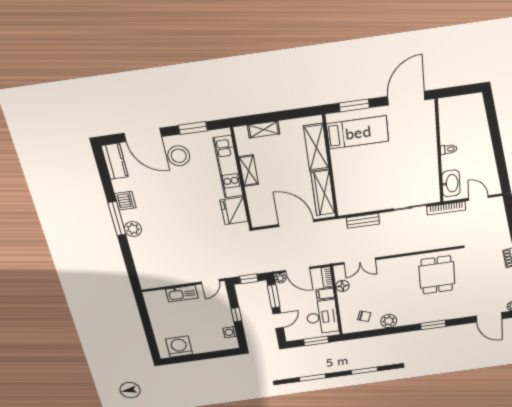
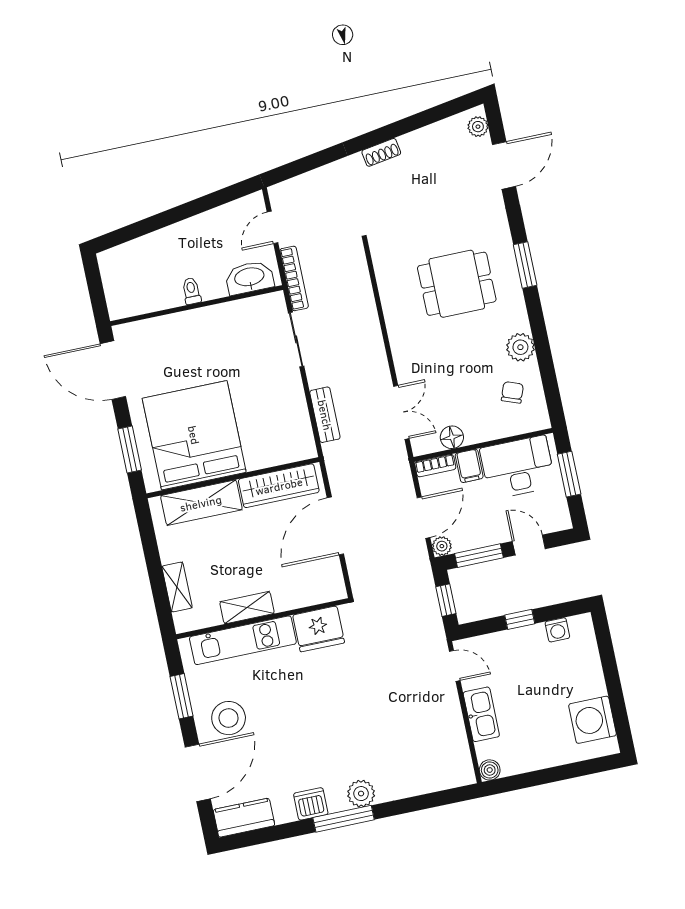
bed: (358, 132) -> (194, 435), width x2.04
dining table: (437, 275) -> (457, 284), moved
boiler: (149, 296) -> (490, 770), added

